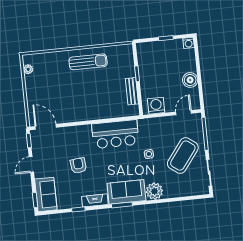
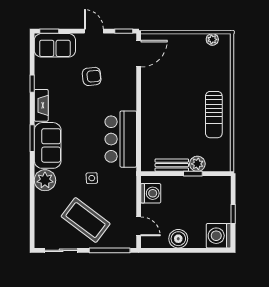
washing machine: (189, 43) -> (219, 236), width x1.89, depth x1.89
plant: (129, 71) -> (197, 164), added
armchair: (78, 166) -> (92, 76), moved

